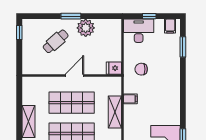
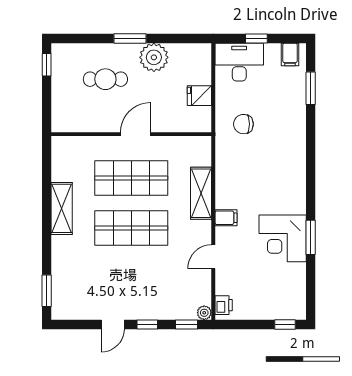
cafe table: (56, 41) -> (105, 79), turned 41
fridge: (114, 68) -> (199, 96), moved
filing cabinet: (130, 99) -> (226, 218), moved

